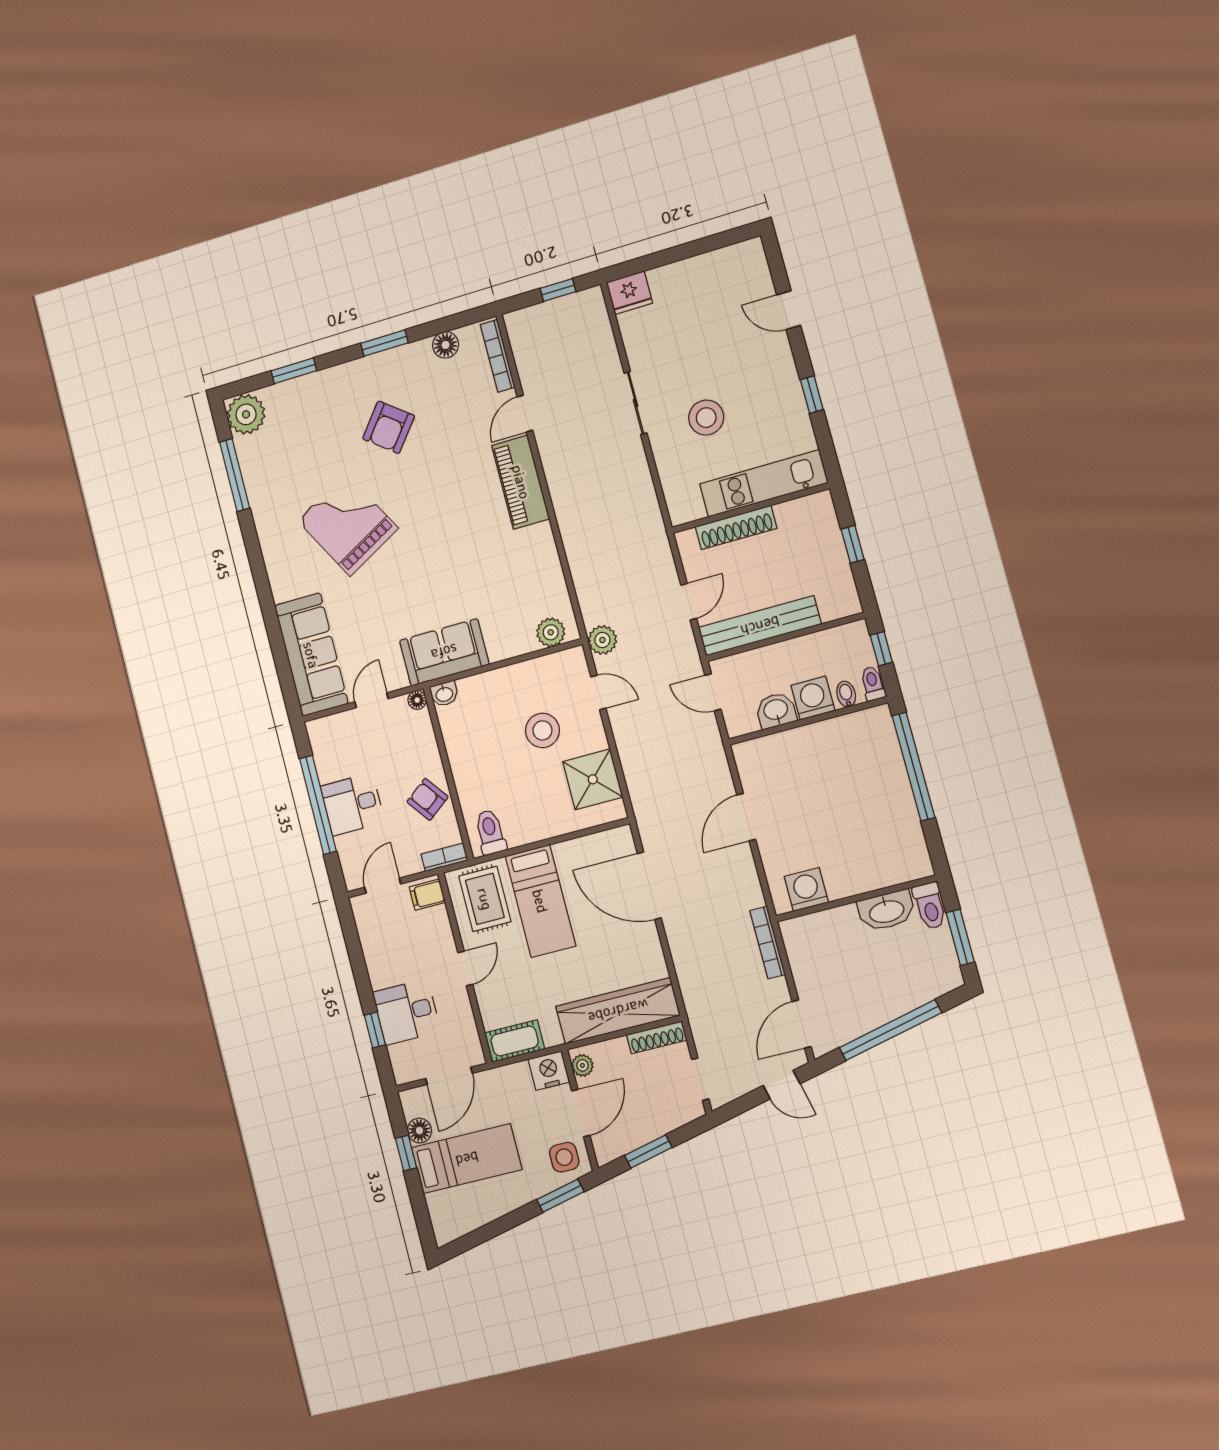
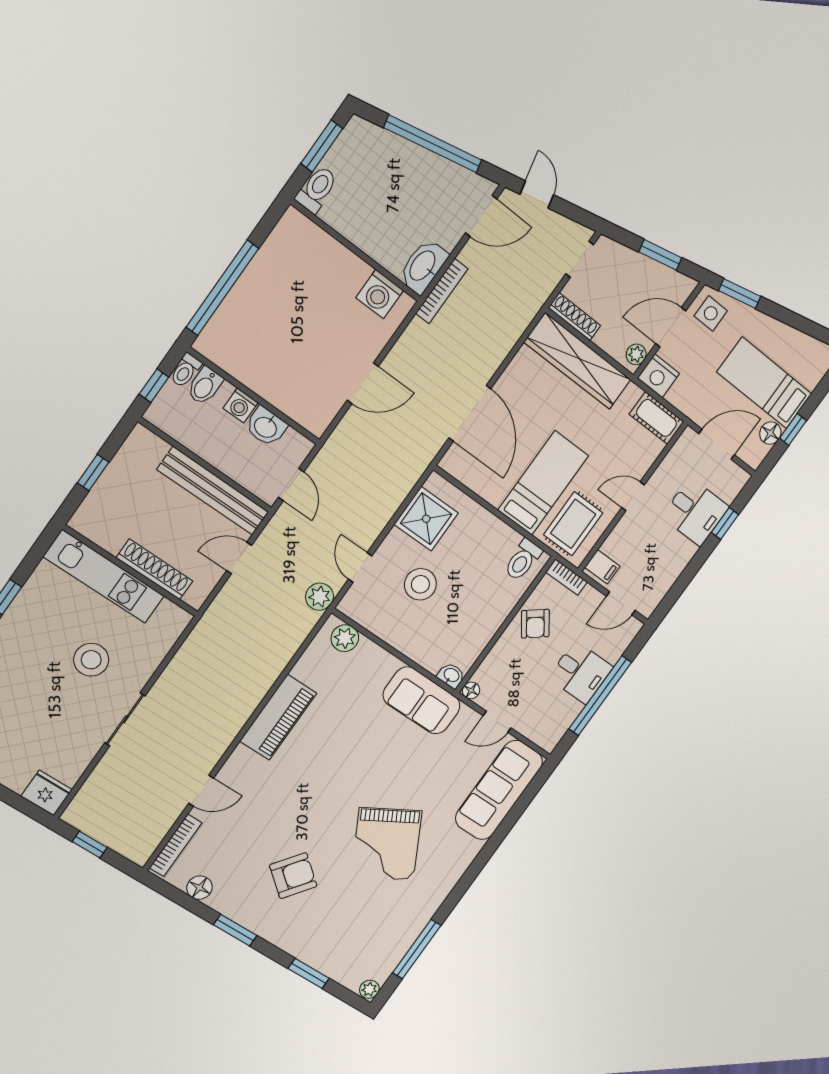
plant: (246, 414) -> (369, 989), width x0.53, depth x0.53
piano: (521, 482) -> (278, 717), moved
bidet: (846, 694) -> (205, 386), width x1.38, depth x1.36
washing machine: (813, 698) -> (241, 406), width x0.73, depth x0.73
washbasin: (886, 911) -> (423, 266), moved, turned -90

